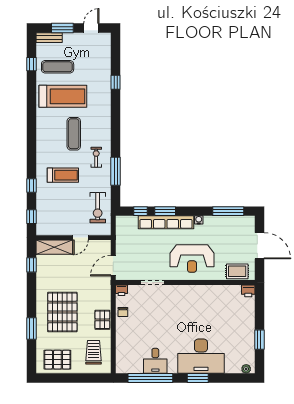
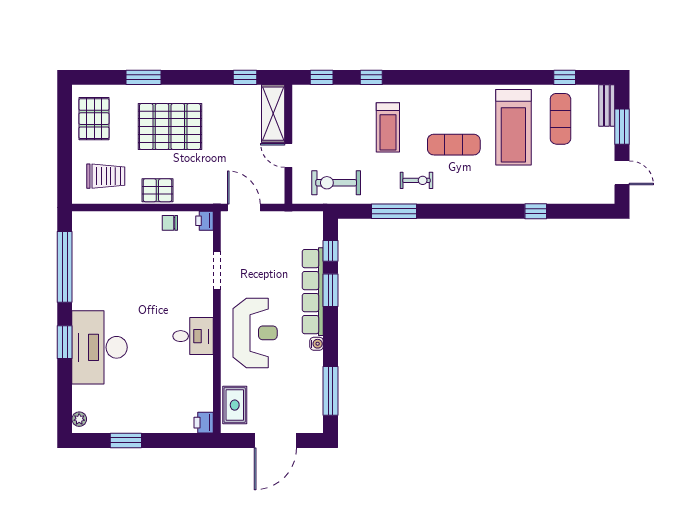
reception desk: (192, 259) -> (255, 333), turned 180
desk: (155, 361) -> (193, 336), moved, turned 180

